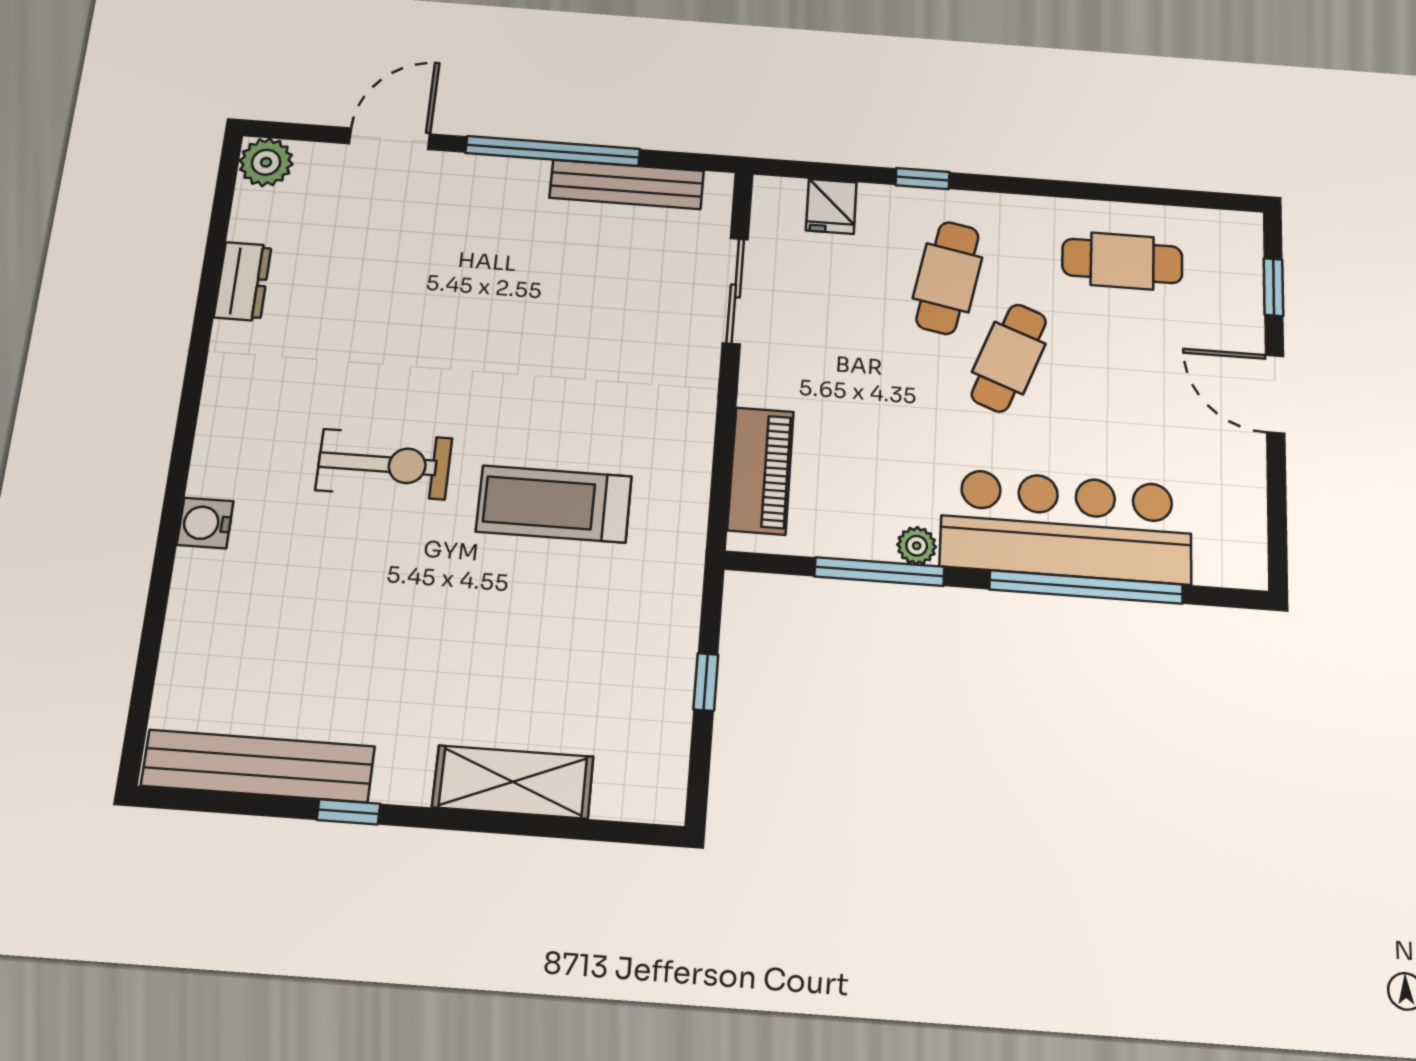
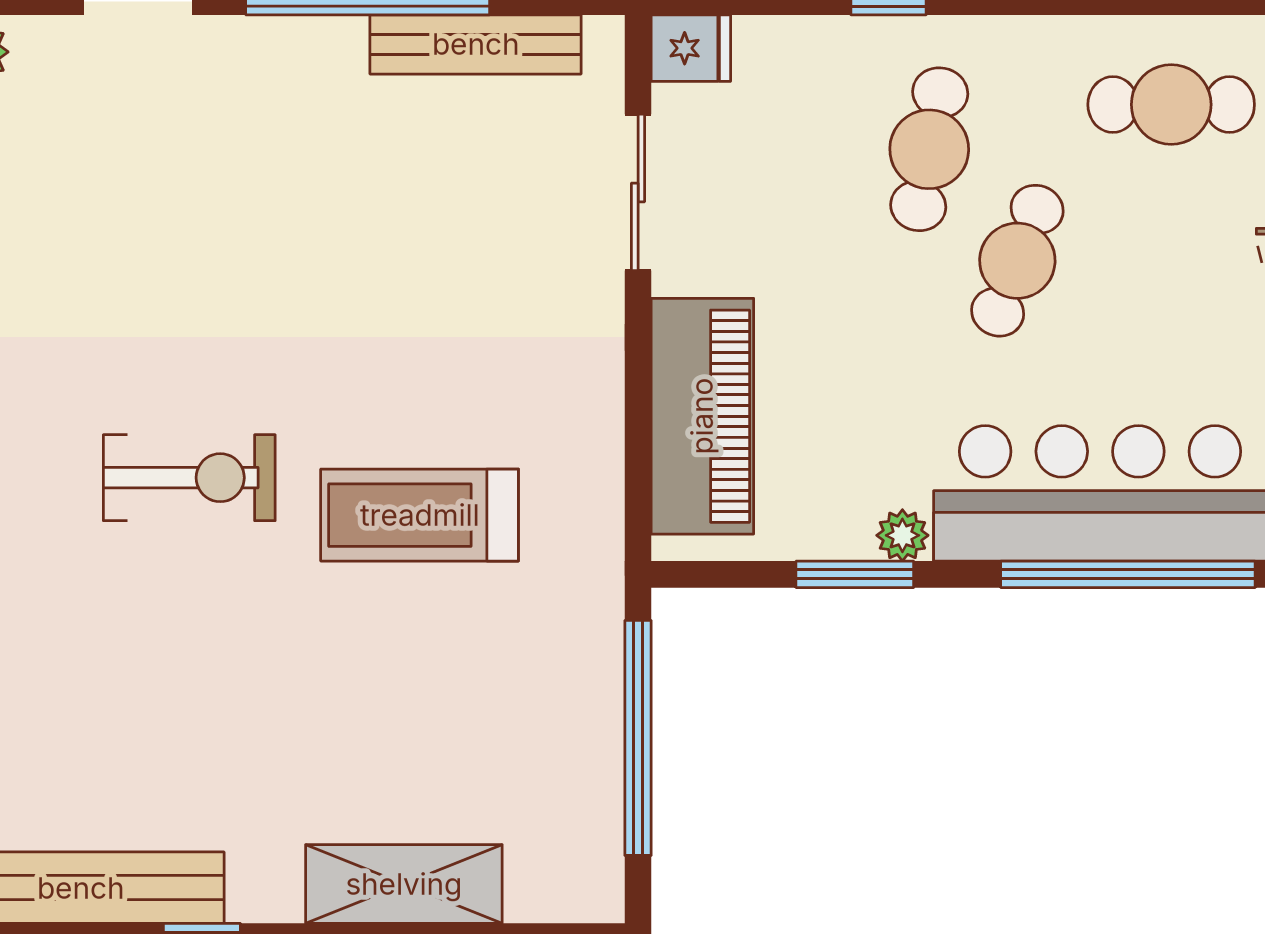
fridge: (831, 206) -> (691, 48), moved, turned -90
piano: (761, 471) -> (702, 416), width x1.37, depth x1.33
window: (879, 572) -> (855, 574), width x0.69
window: (706, 682) -> (638, 738), width x3.17

